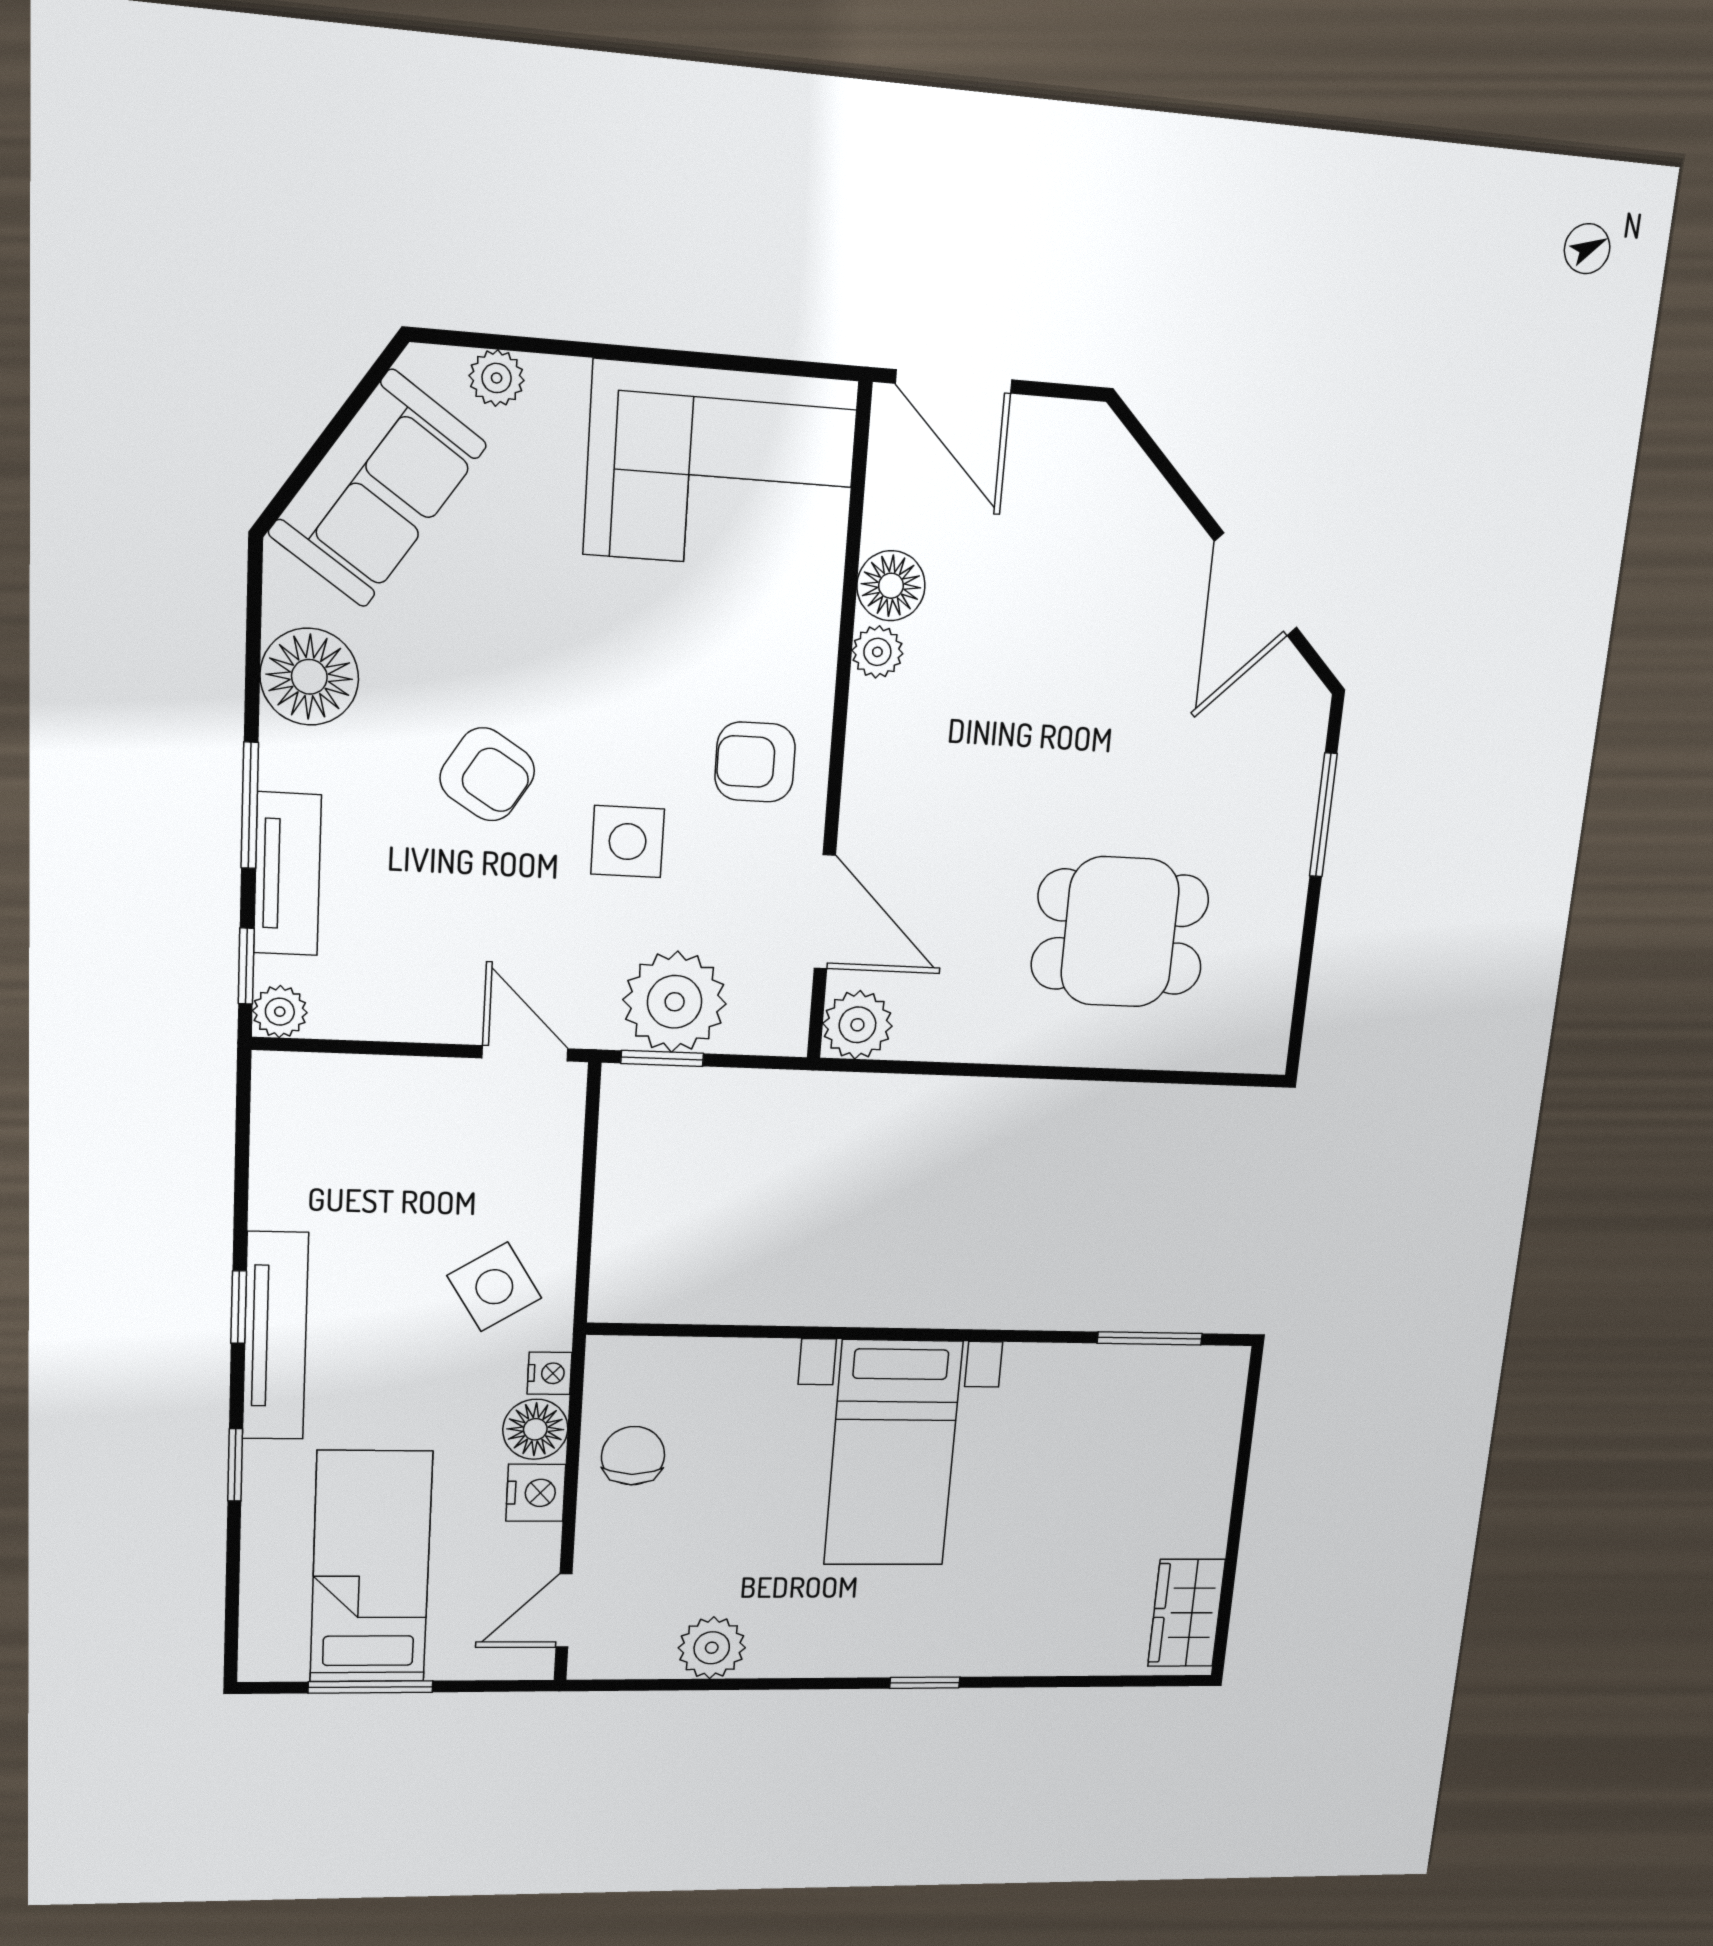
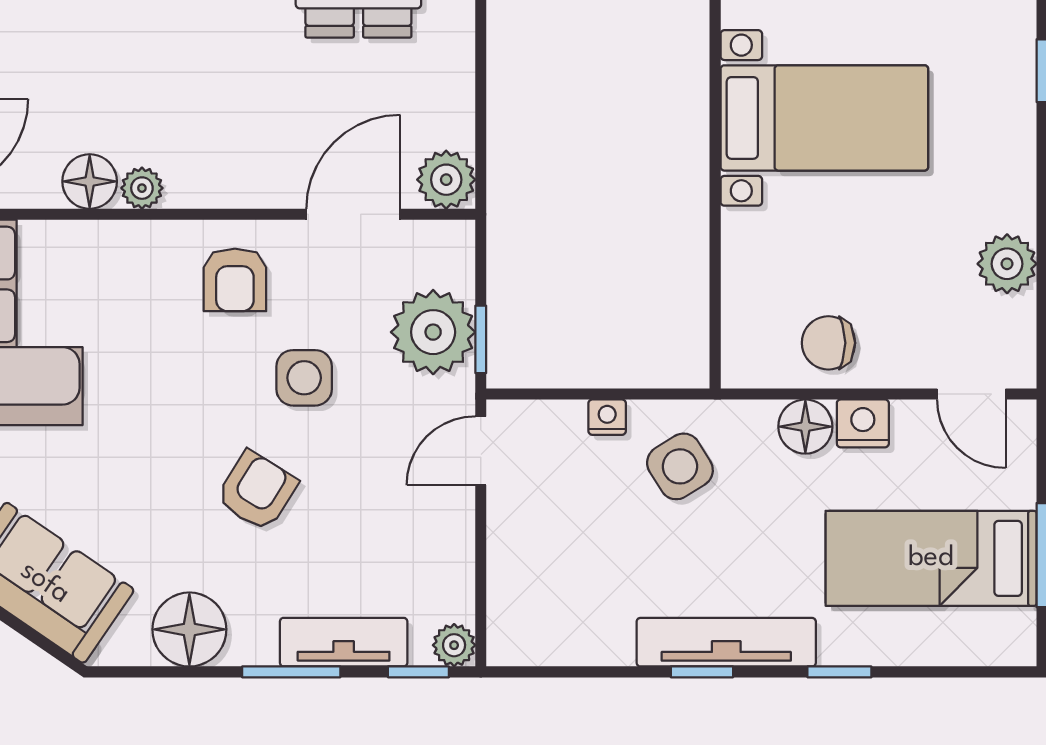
nightstand: (550, 1373) -> (607, 417), moved

